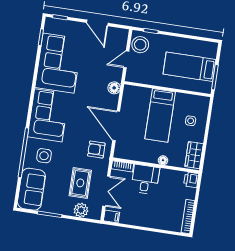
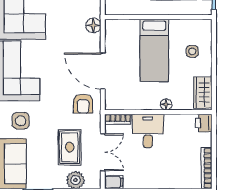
armchair: (96, 150) -> (83, 104), turned -90

